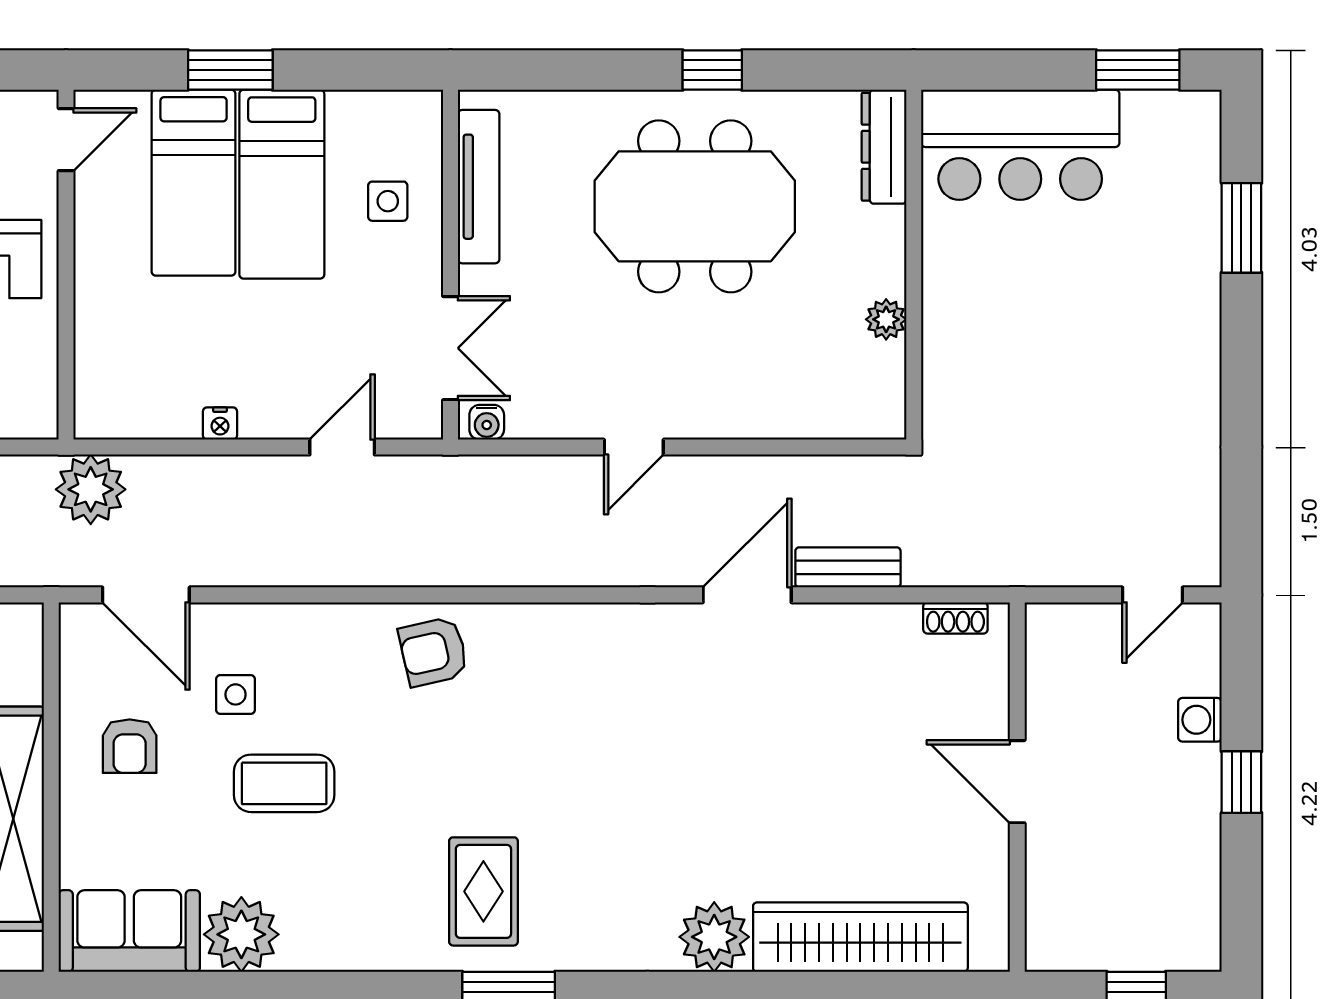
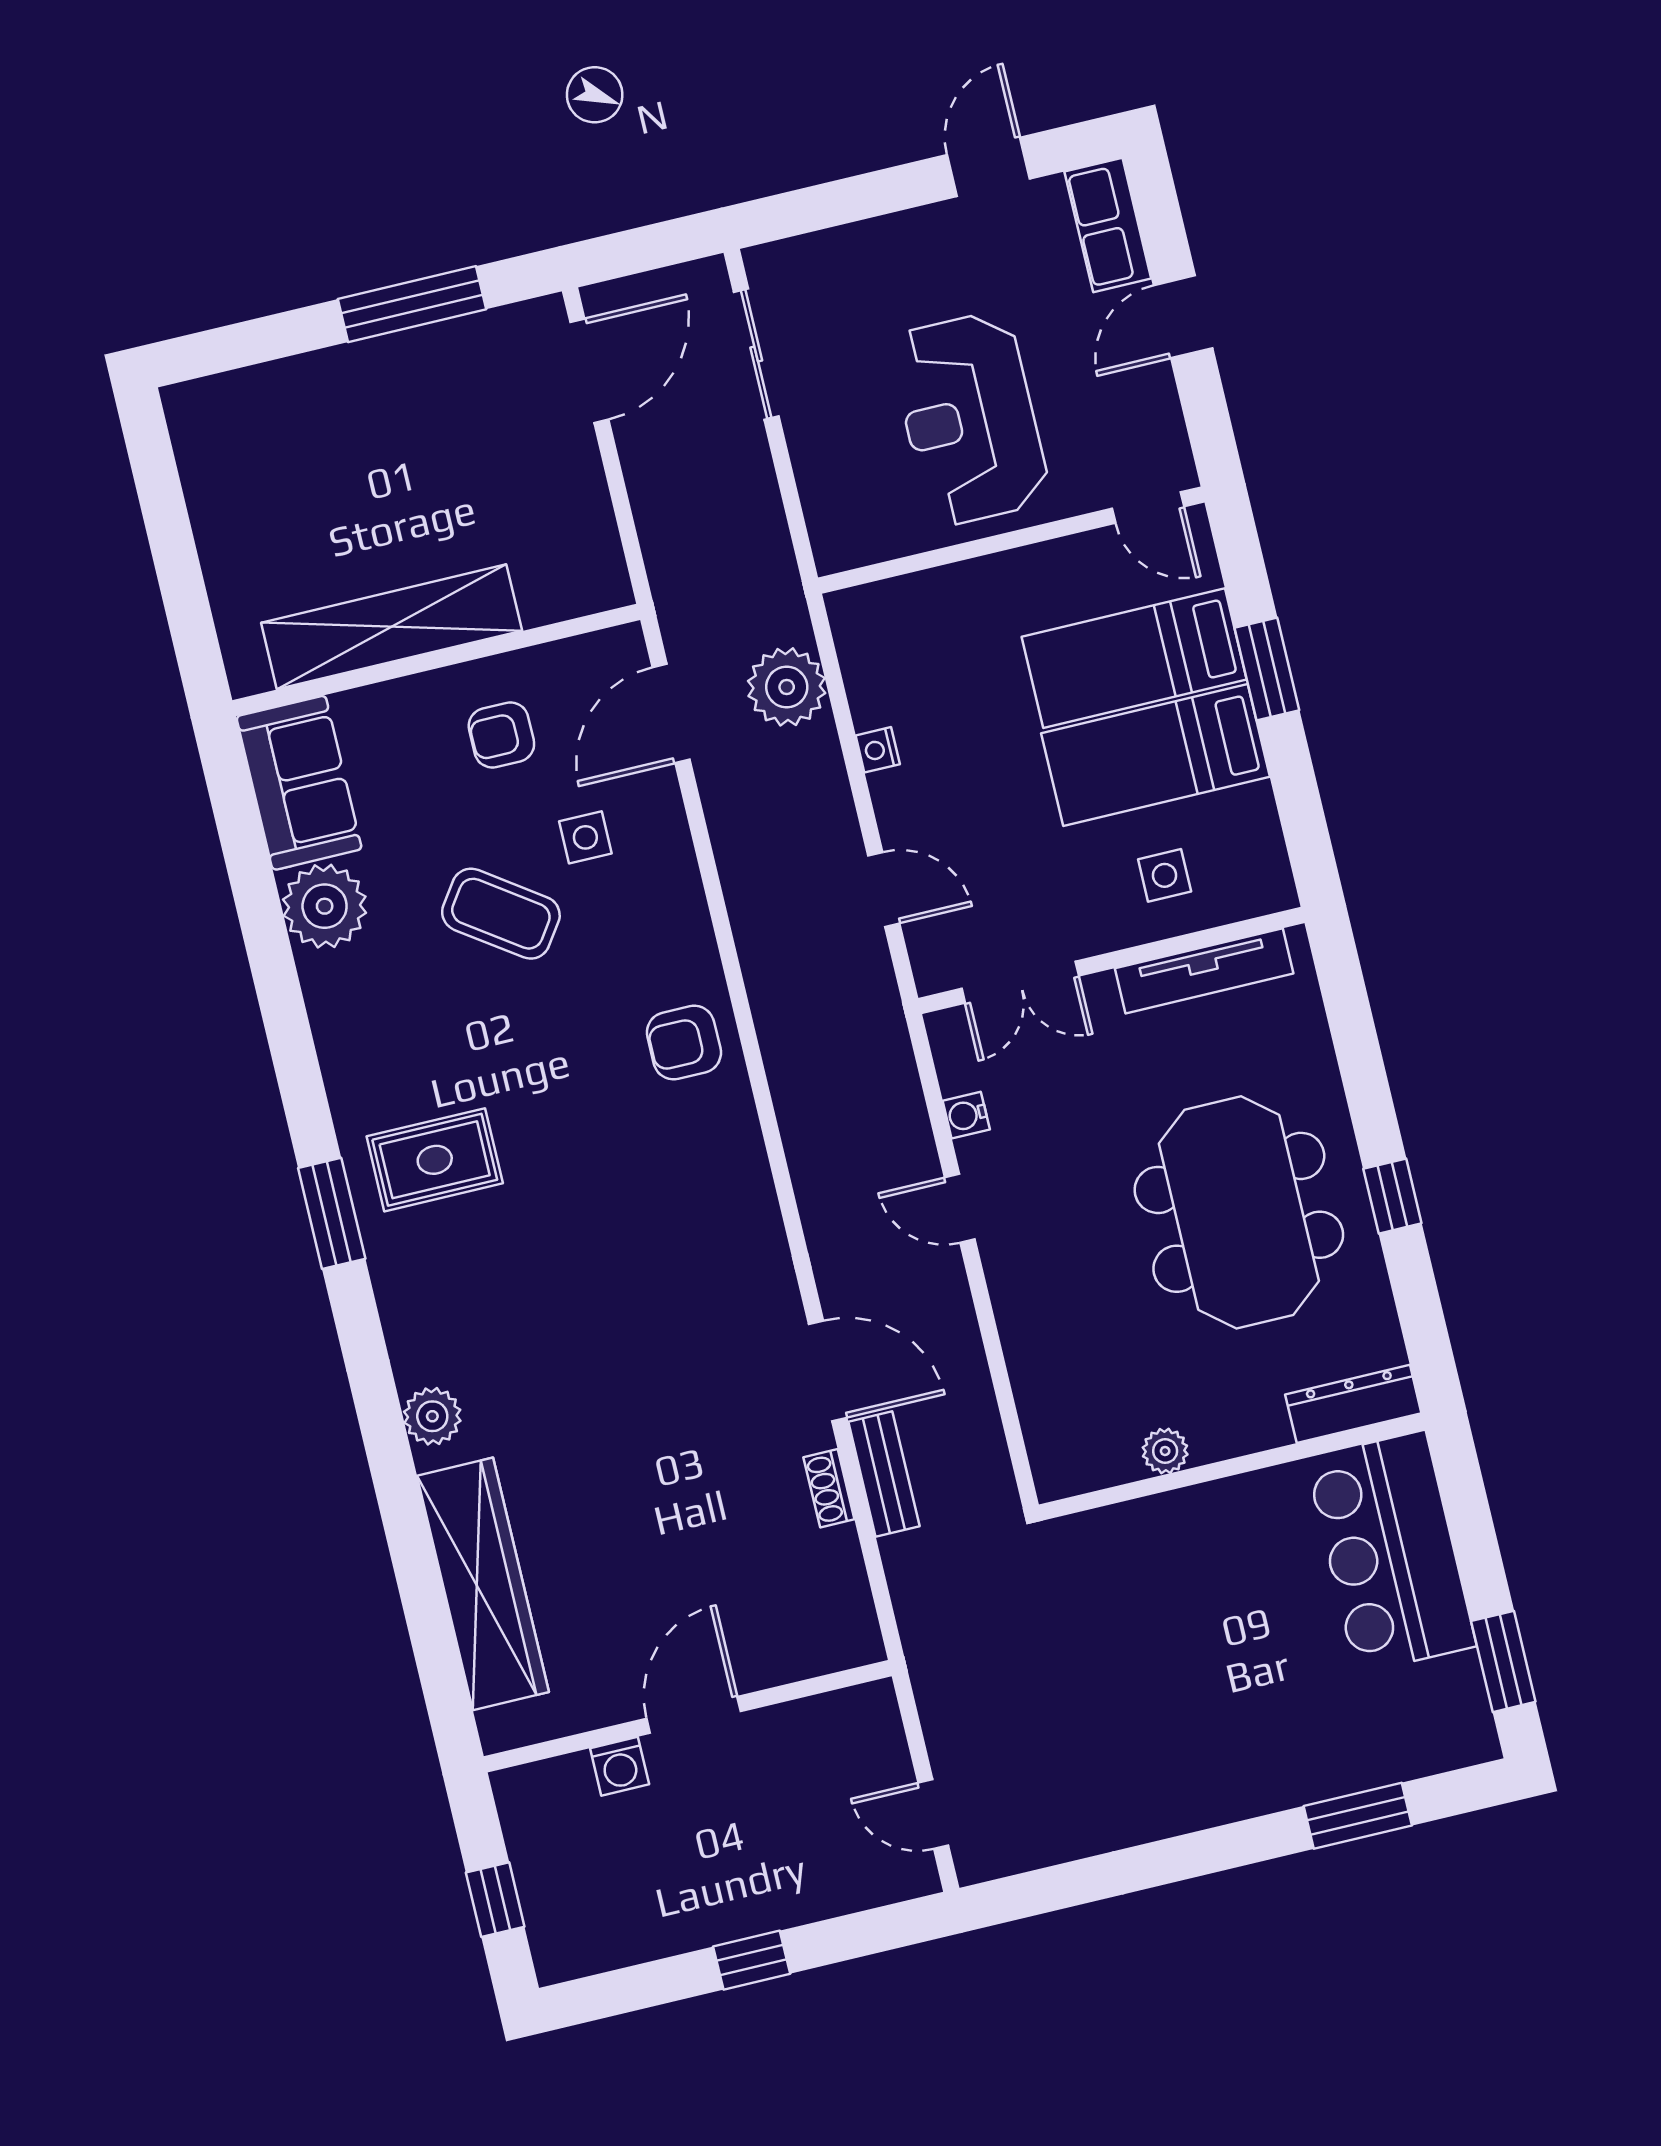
water cooler: (487, 422) -> (966, 1115), moved
plant: (91, 489) -> (787, 687), moved
shoe rack: (955, 618) -> (829, 1488), moved
armchair: (433, 652) -> (684, 1043), turned -77
washing machine: (1200, 720) -> (620, 1766), moved, turned 180
coffee table: (284, 783) -> (501, 914), turned -55
plant: (714, 937) -> (432, 1416), width x0.73, depth x0.73

